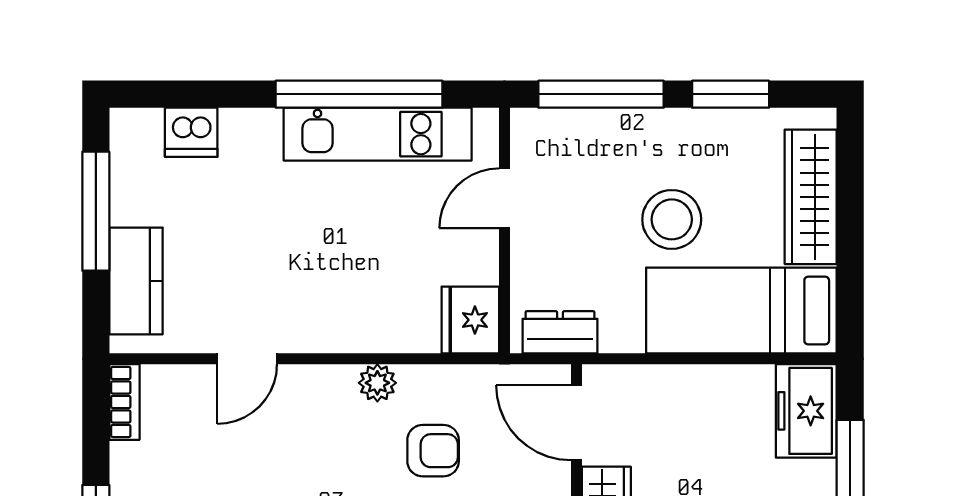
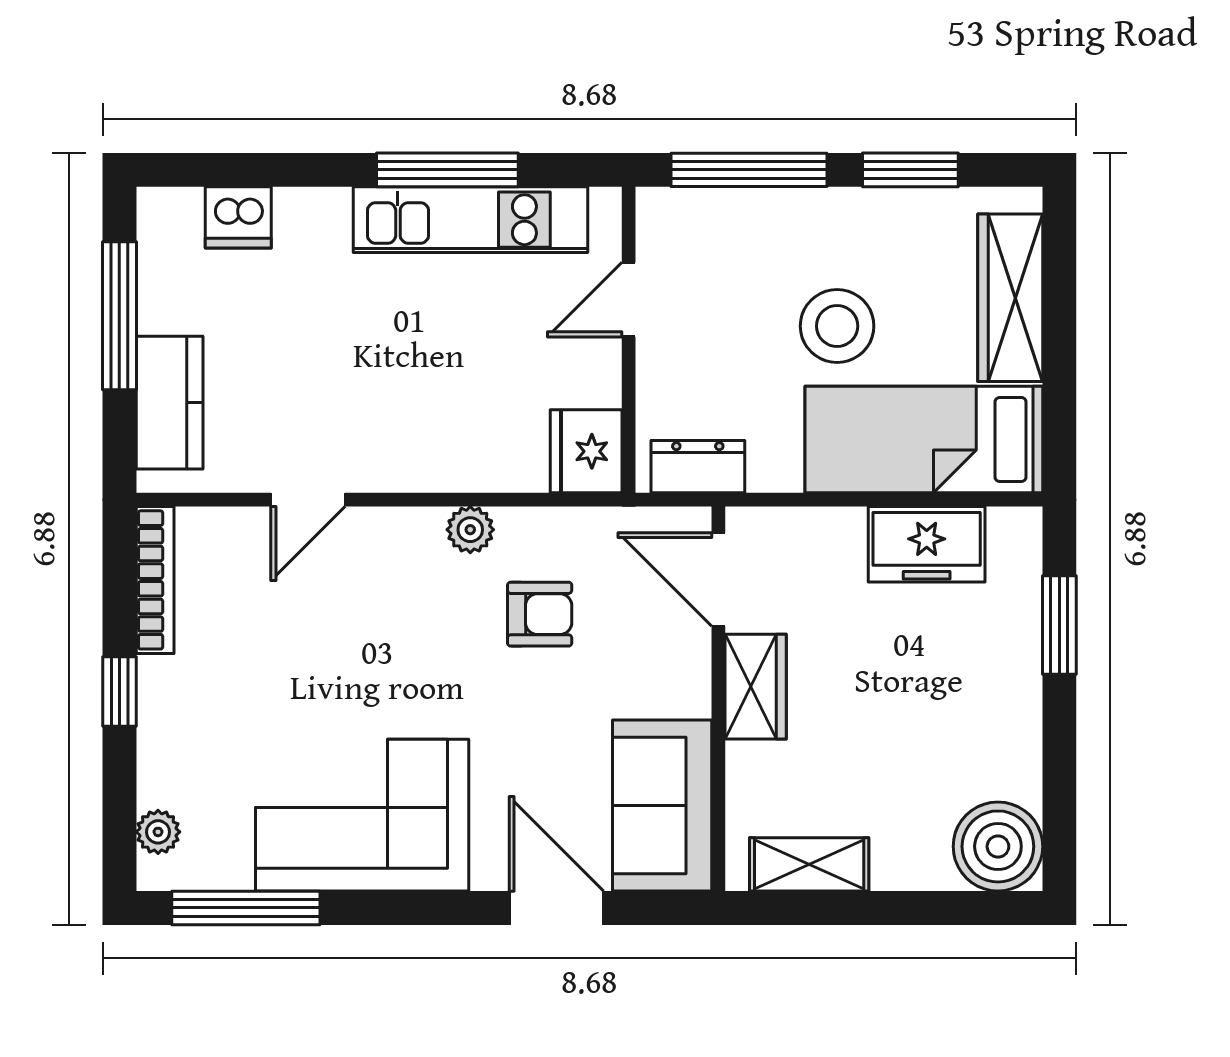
window: (359, 94) -> (447, 170), width x0.68
bookcase: (124, 402) -> (155, 580), width x1.56
freezer: (806, 411) -> (927, 544), moved, turned -90

